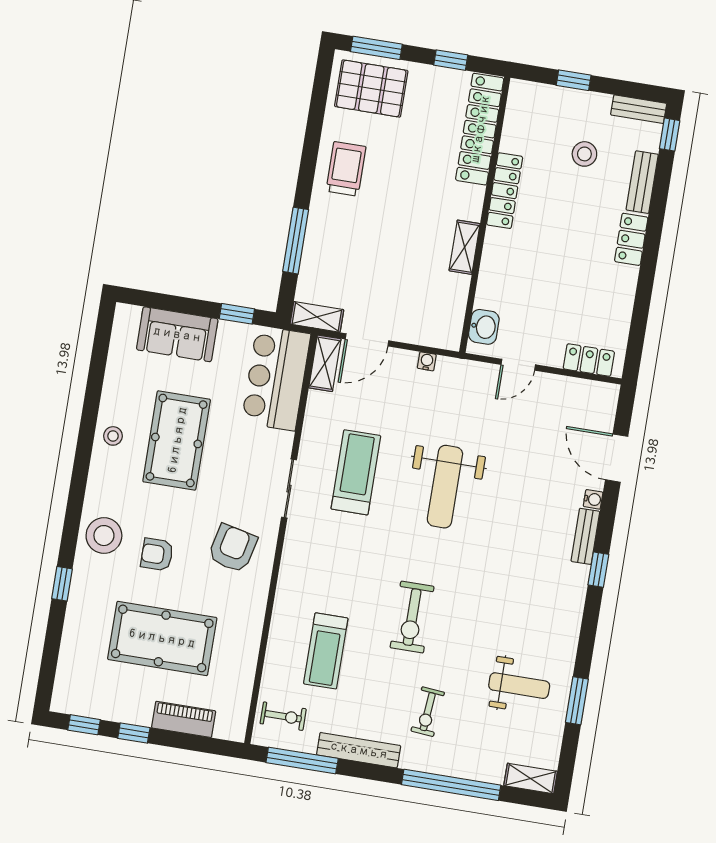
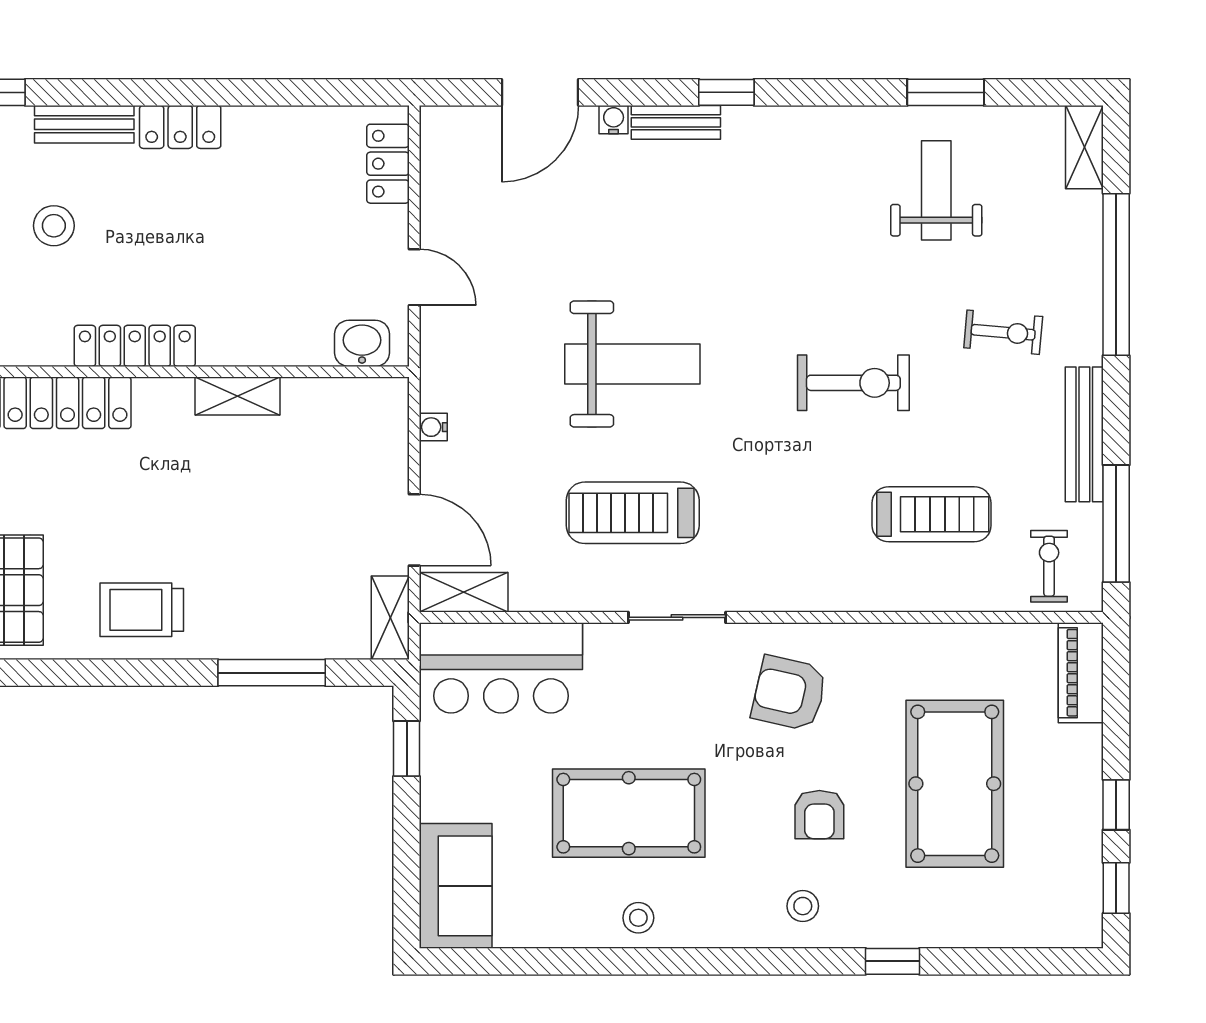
sofa: (177, 334) -> (456, 886), moved
stool: (104, 536) -> (803, 906), width x0.53, depth x0.53
piano: (184, 719) -> (1081, 673), moved

